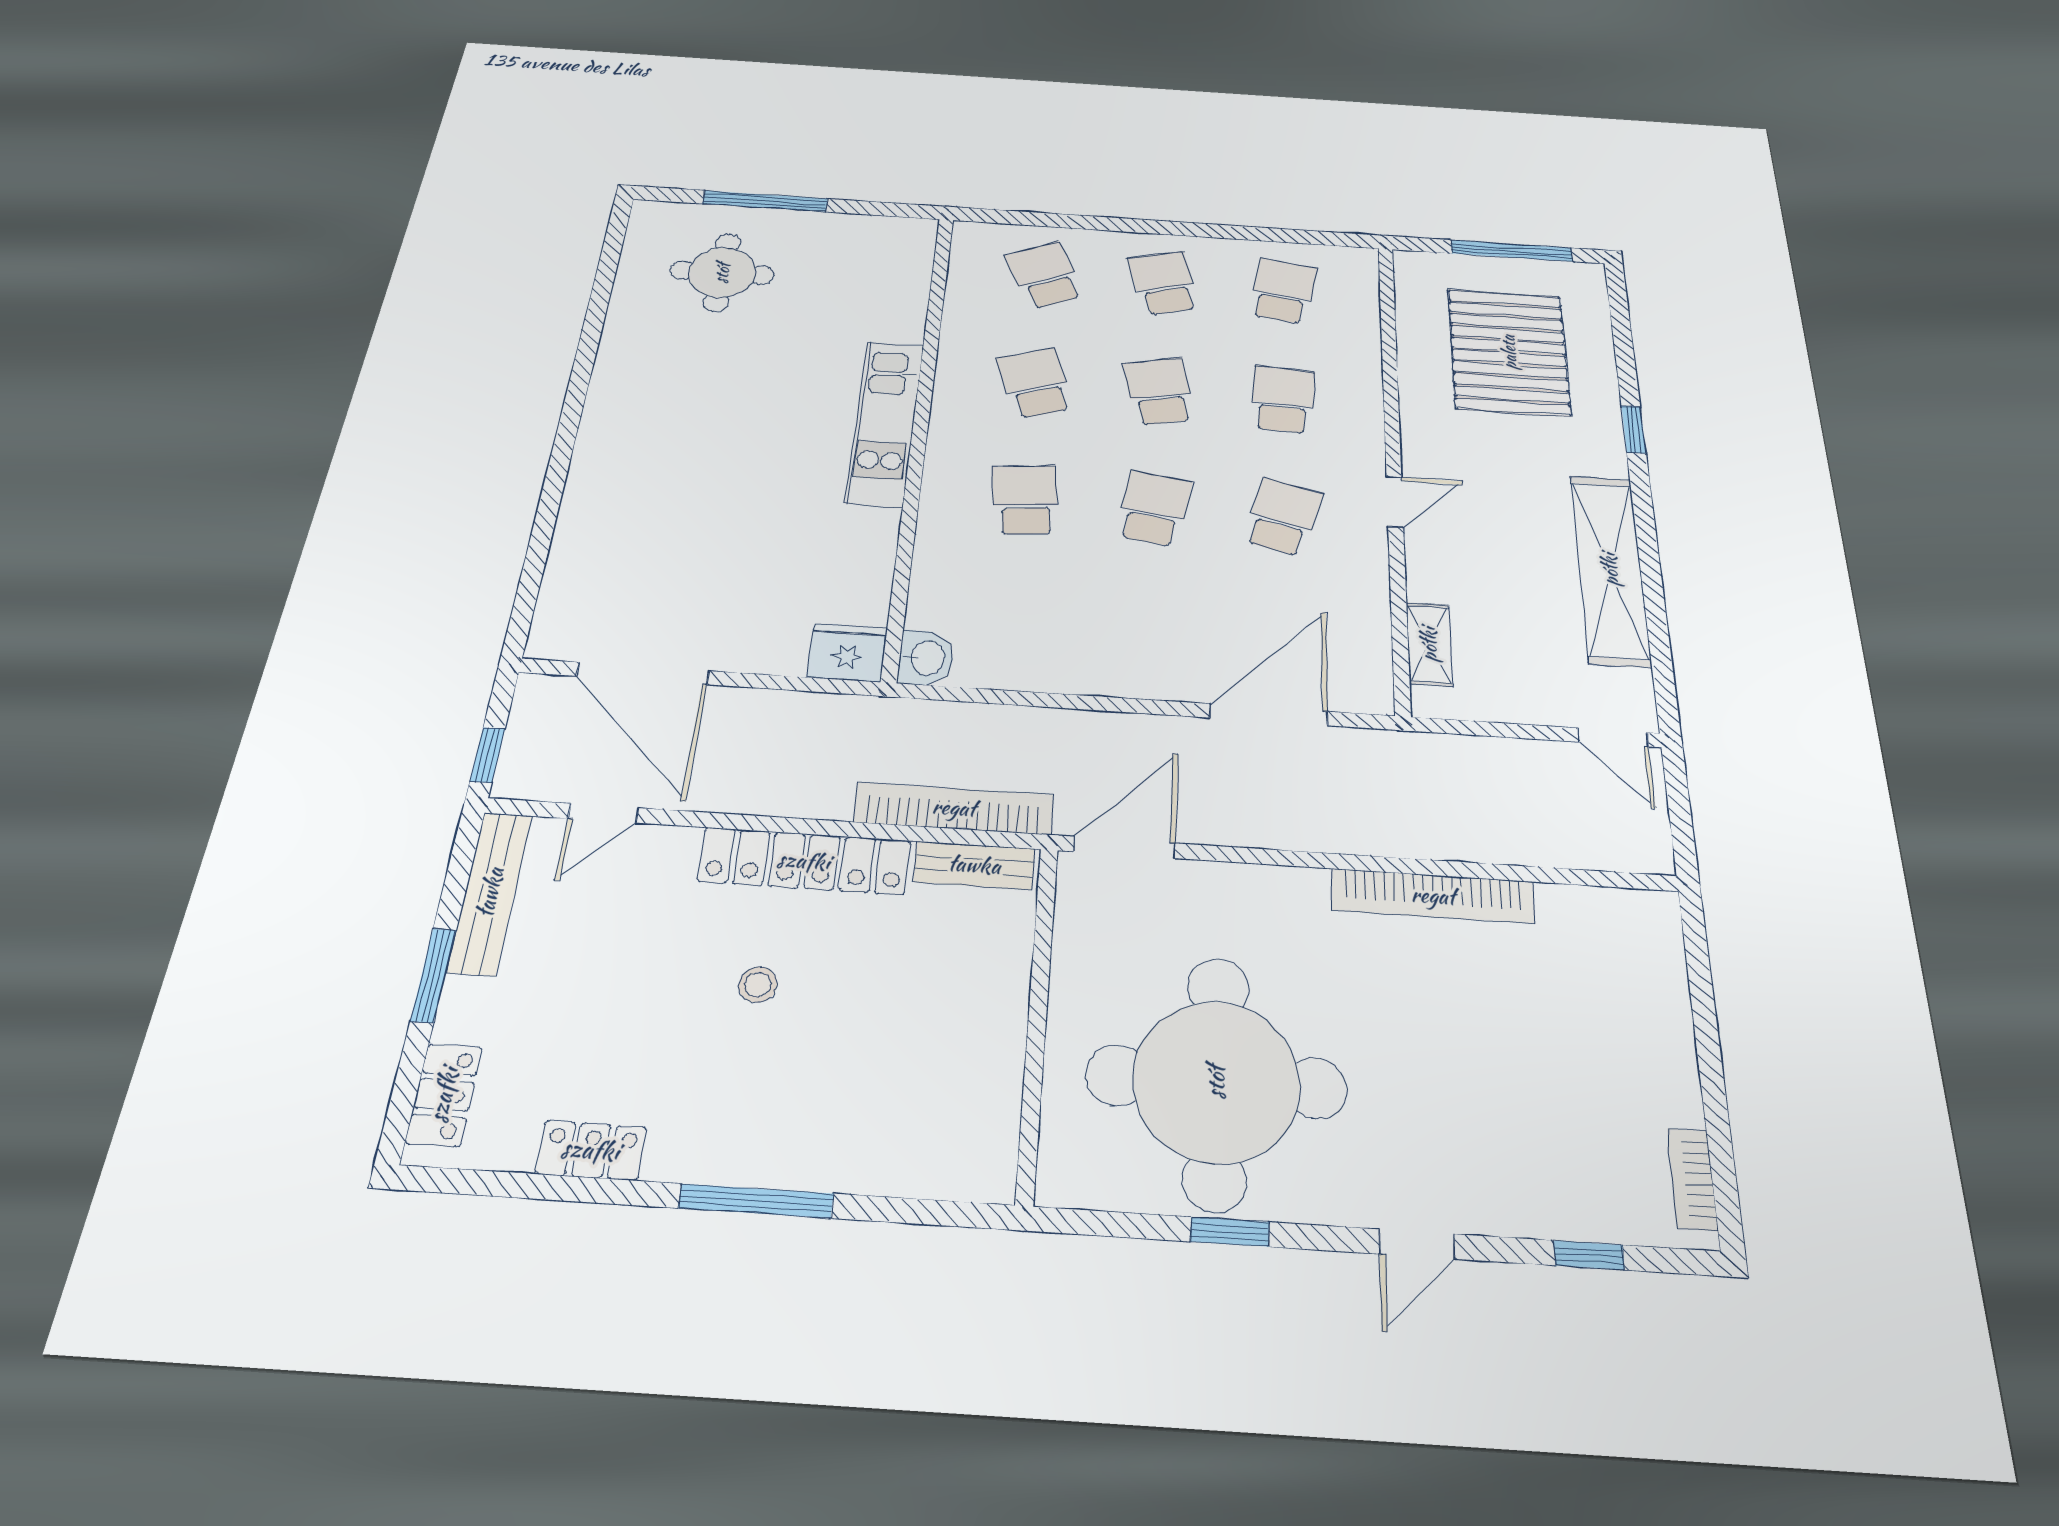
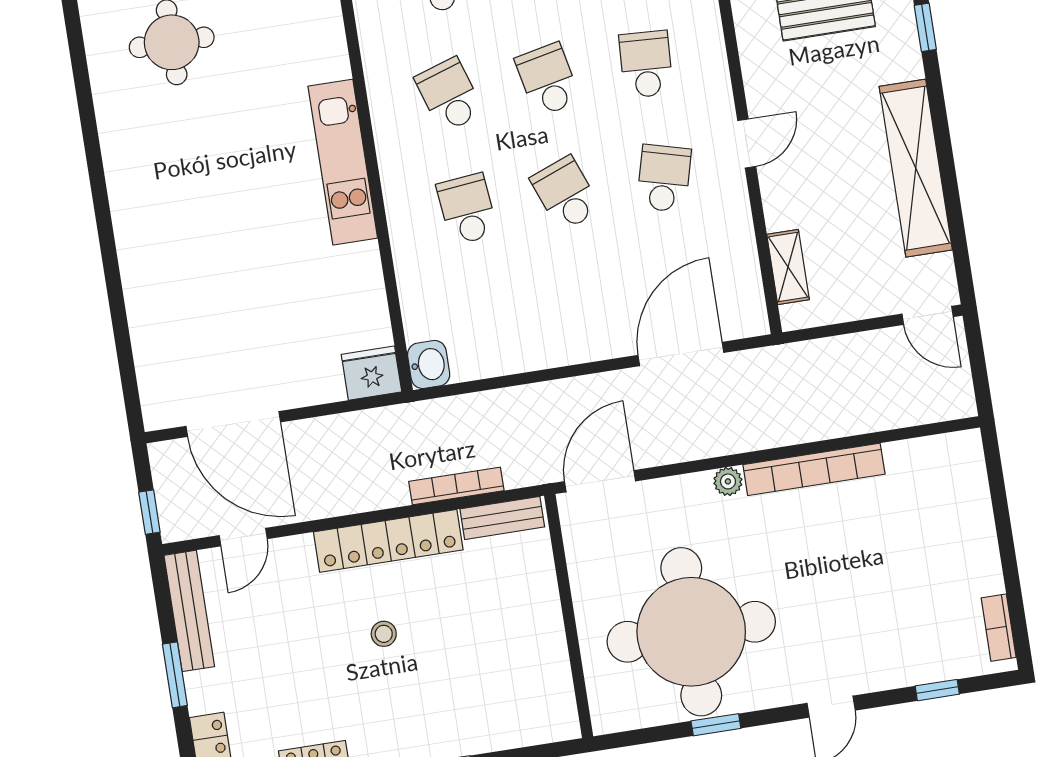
school desk: (1154, 508) -> (566, 194), turned -30
bookcase: (954, 808) -> (456, 486), width x0.68, depth x0.76
plant: (1307, 886) -> (728, 481), added

